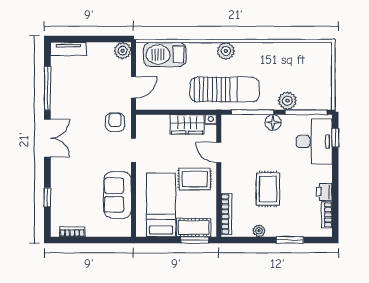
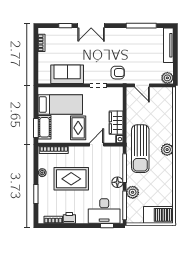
tv unit: (68, 49) -> (168, 45), width x1.41
barbecue: (165, 54) -> (158, 215), moved, turned 90
double door: (47, 138) -> (91, 26), moved
rug: (268, 189) -> (71, 179), width x1.36, depth x1.43

